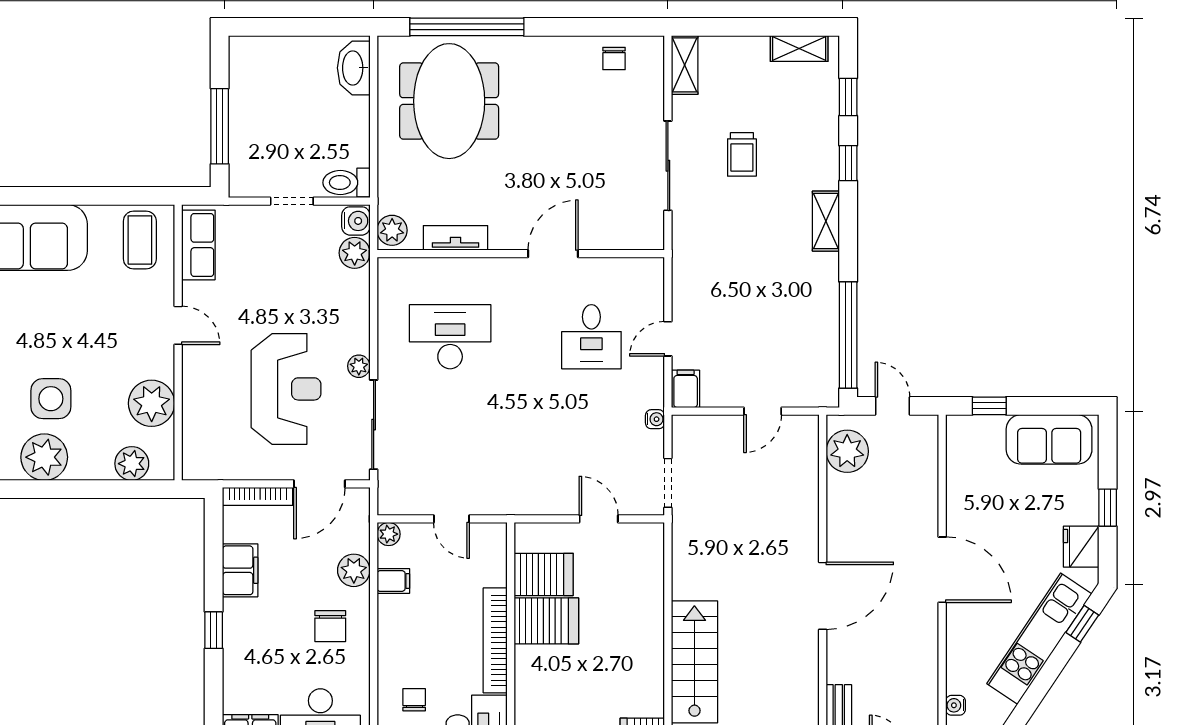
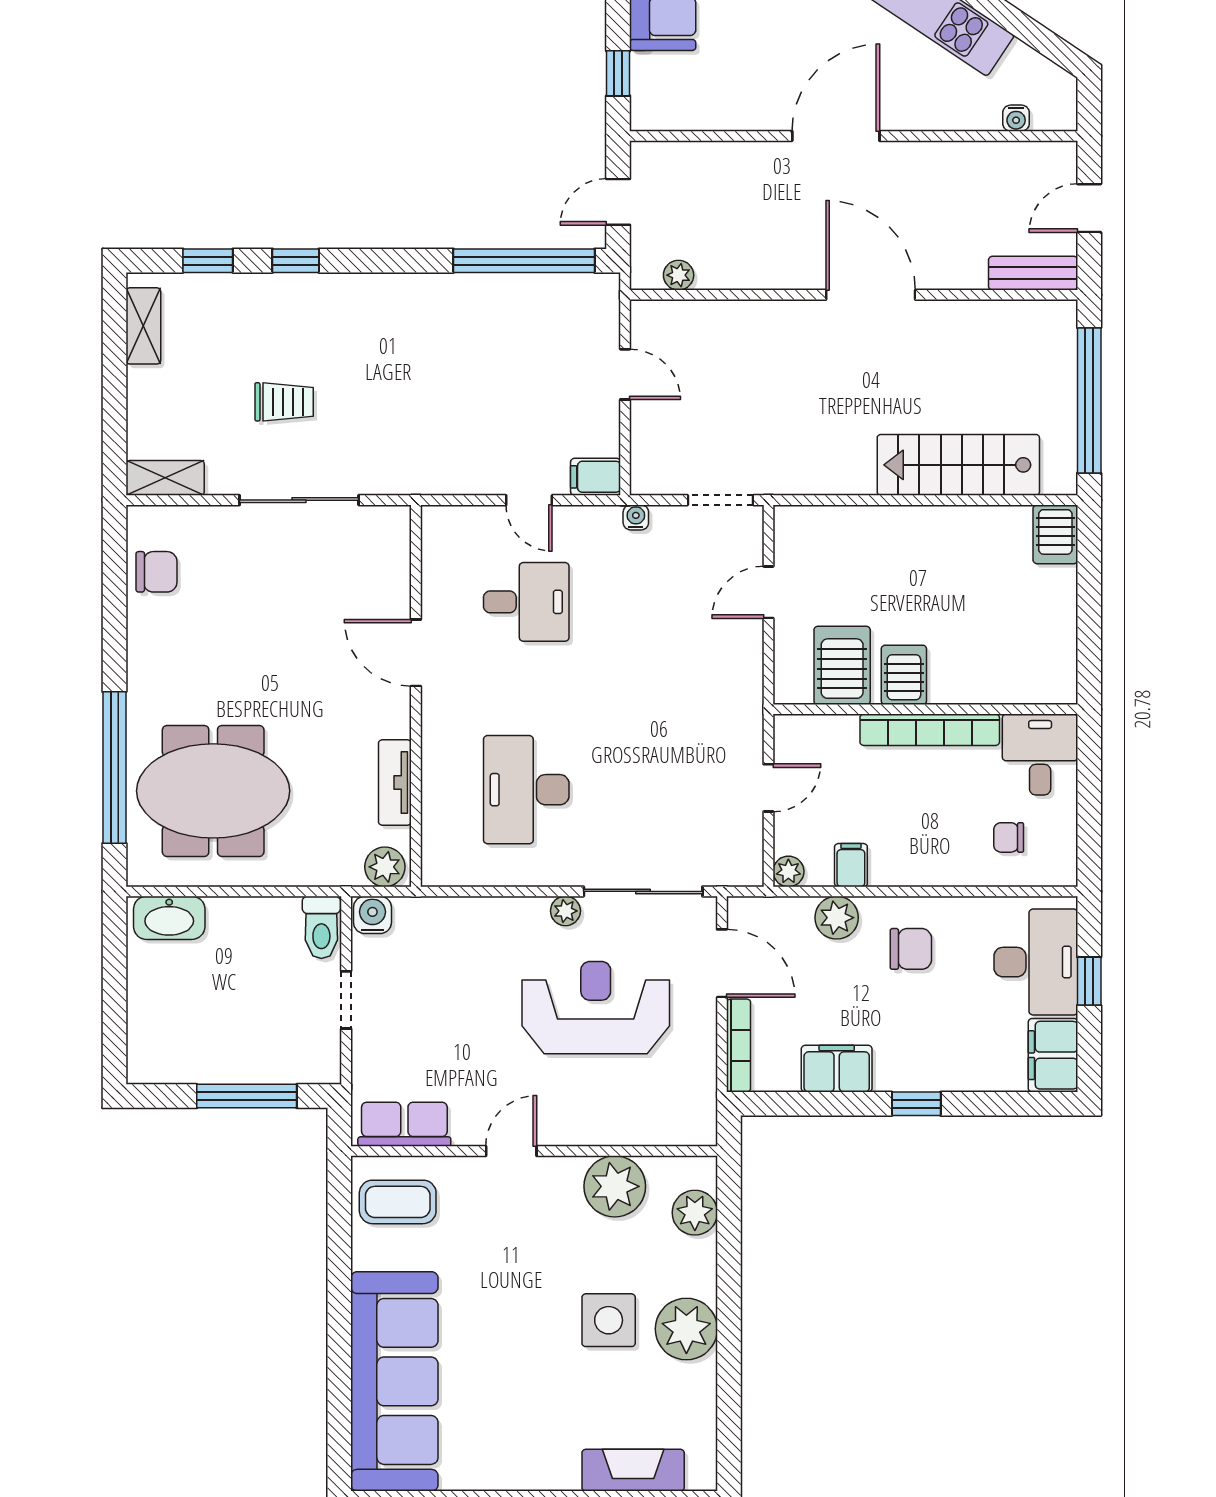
chair: (614, 58) -> (157, 572), width x1.37, depth x1.37
shelving: (826, 221) -> (373, 290), removed
plant: (355, 253) -> (415, 917), removed
plant: (847, 451) -> (679, 275), width x0.53, depth x0.53
server rack: (546, 621) -> (904, 675), width x0.73, depth x0.70

